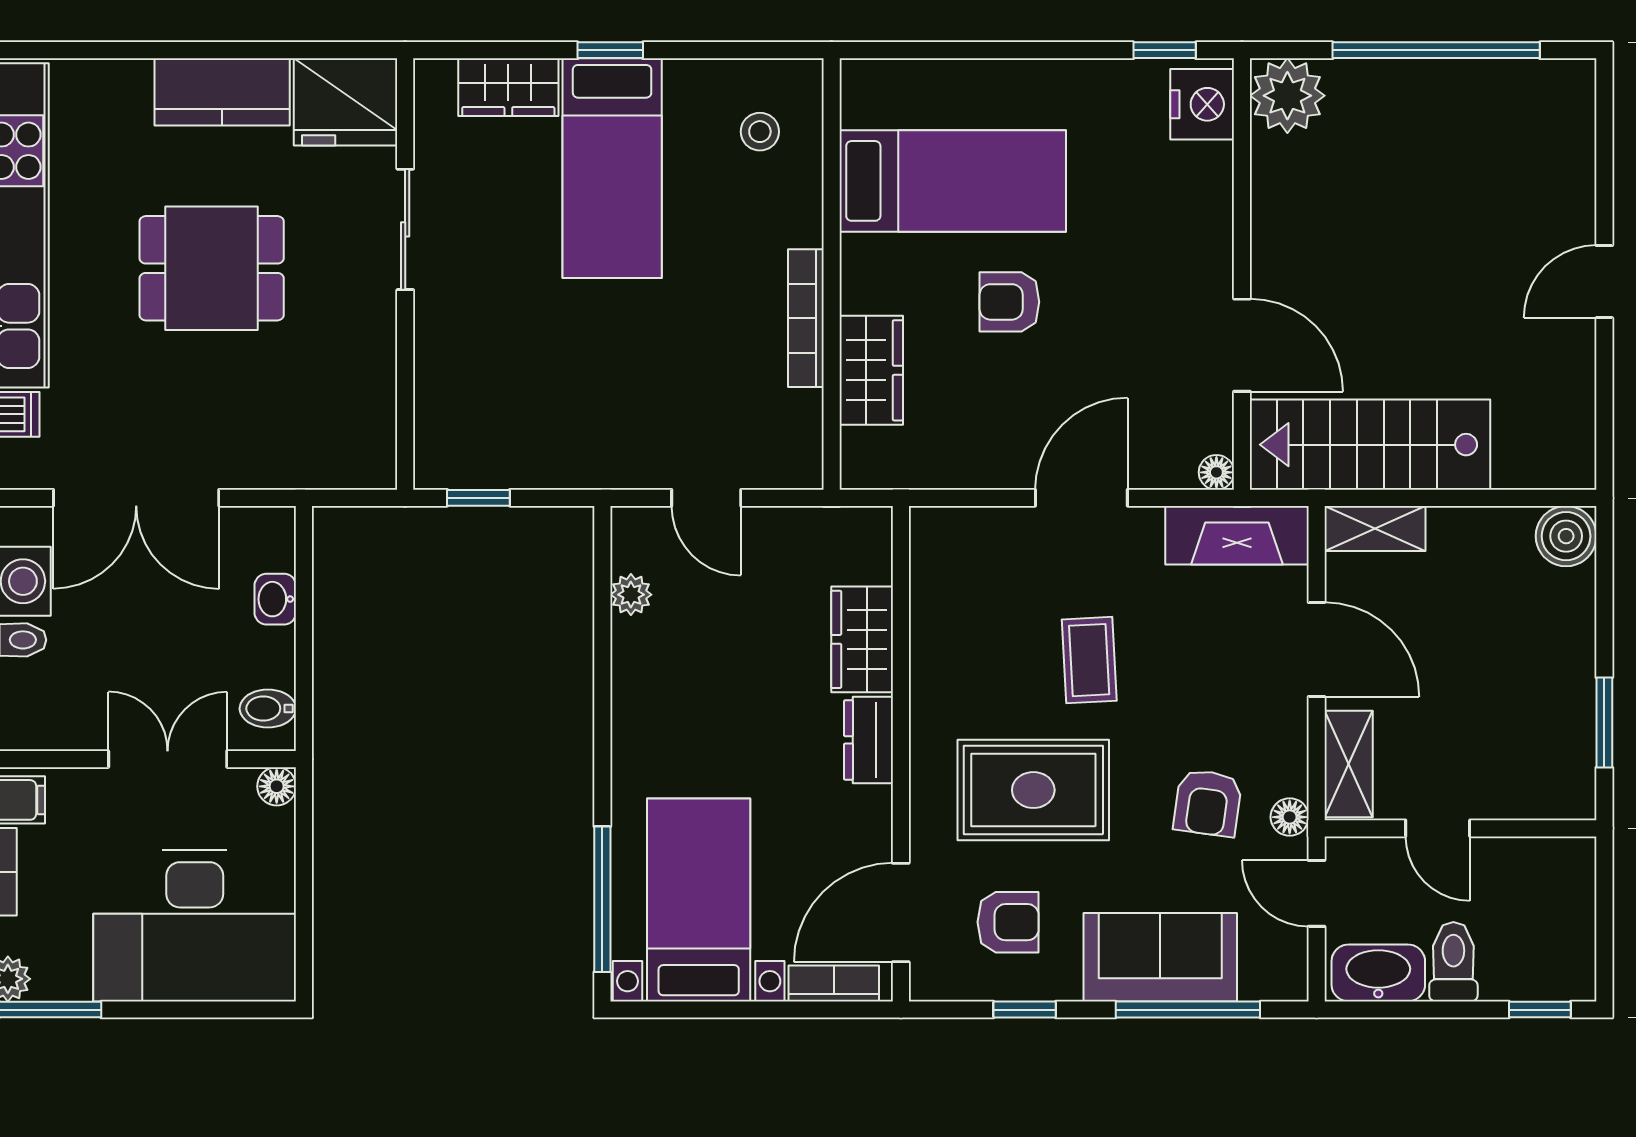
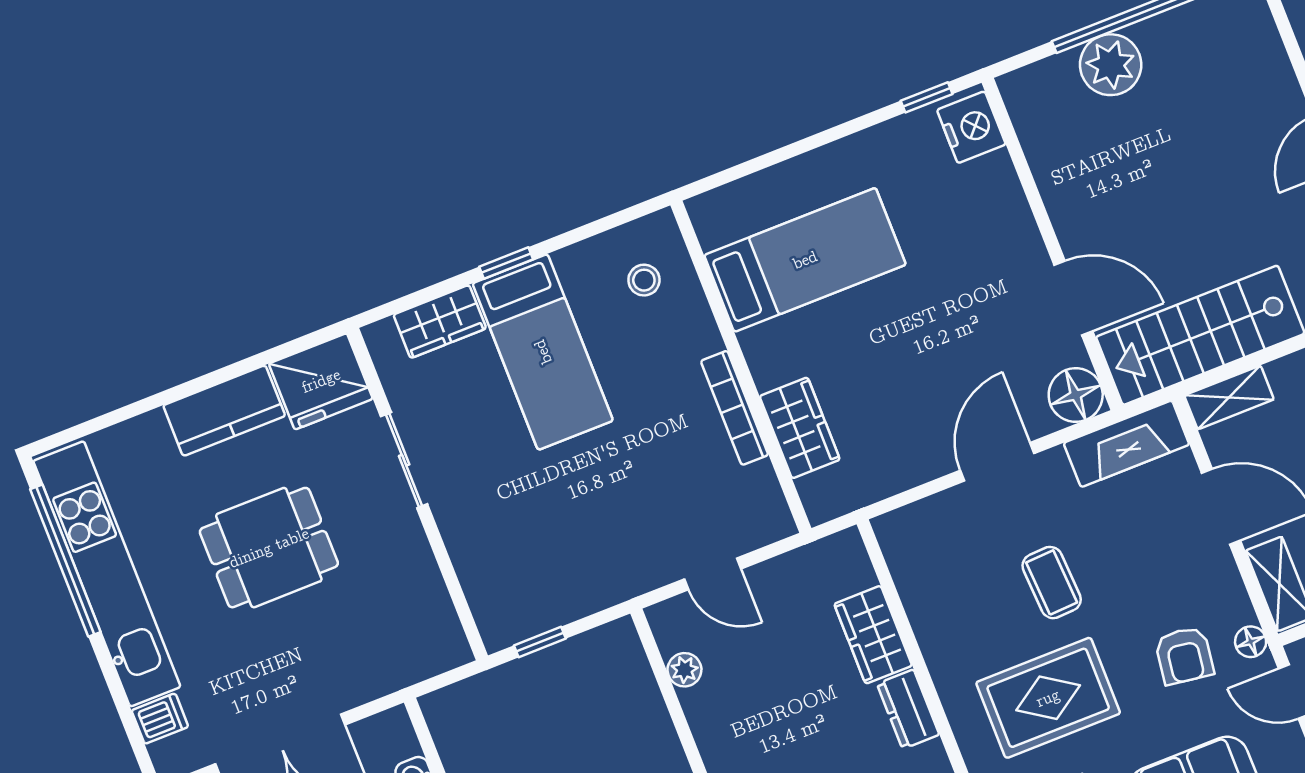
plant: (1287, 96) -> (1111, 65), moved
armchair: (1009, 302) -> (884, 335), removed
floor lamp: (1216, 472) -> (1076, 395), width x1.89, depth x1.89

